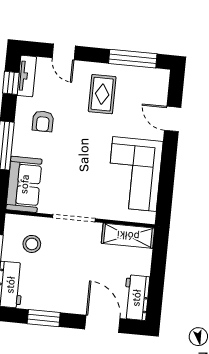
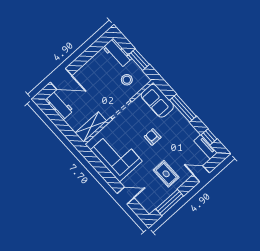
armchair: (43, 121) -> (153, 137), moved
window: (44, 318) -> (88, 54), removed

